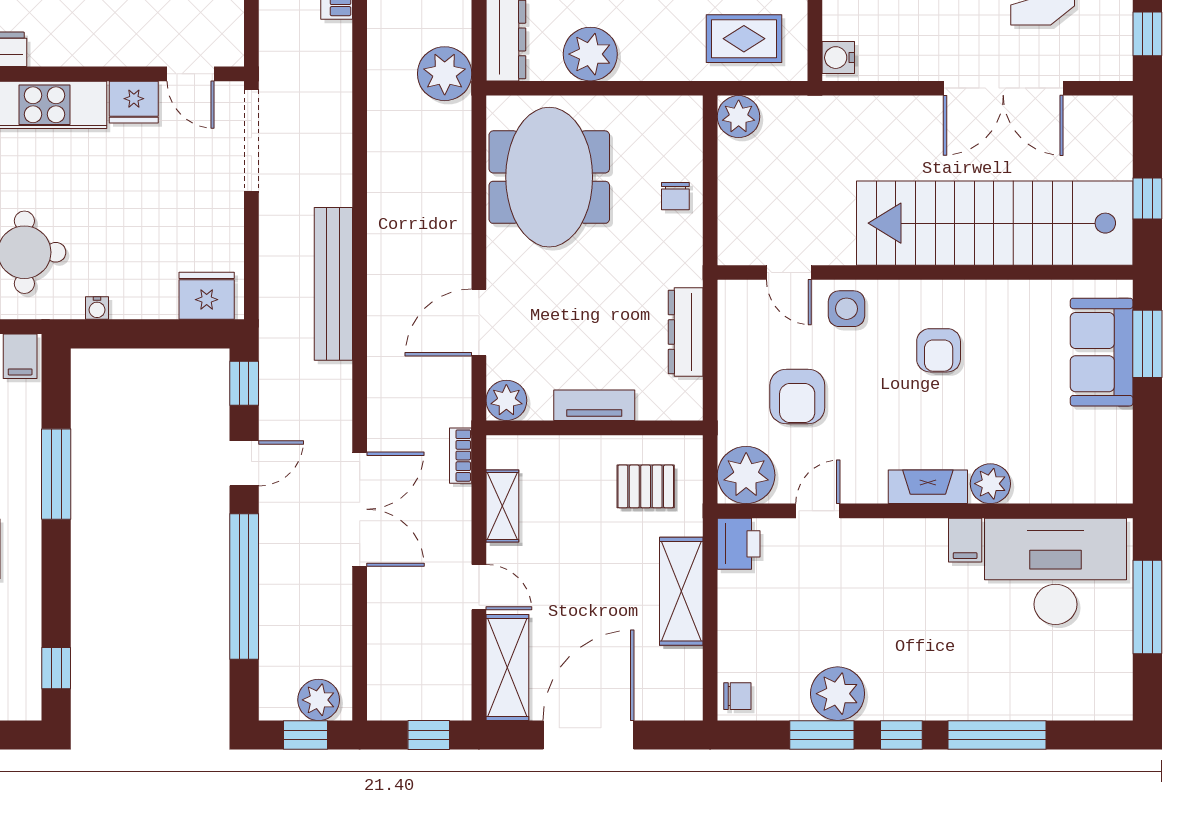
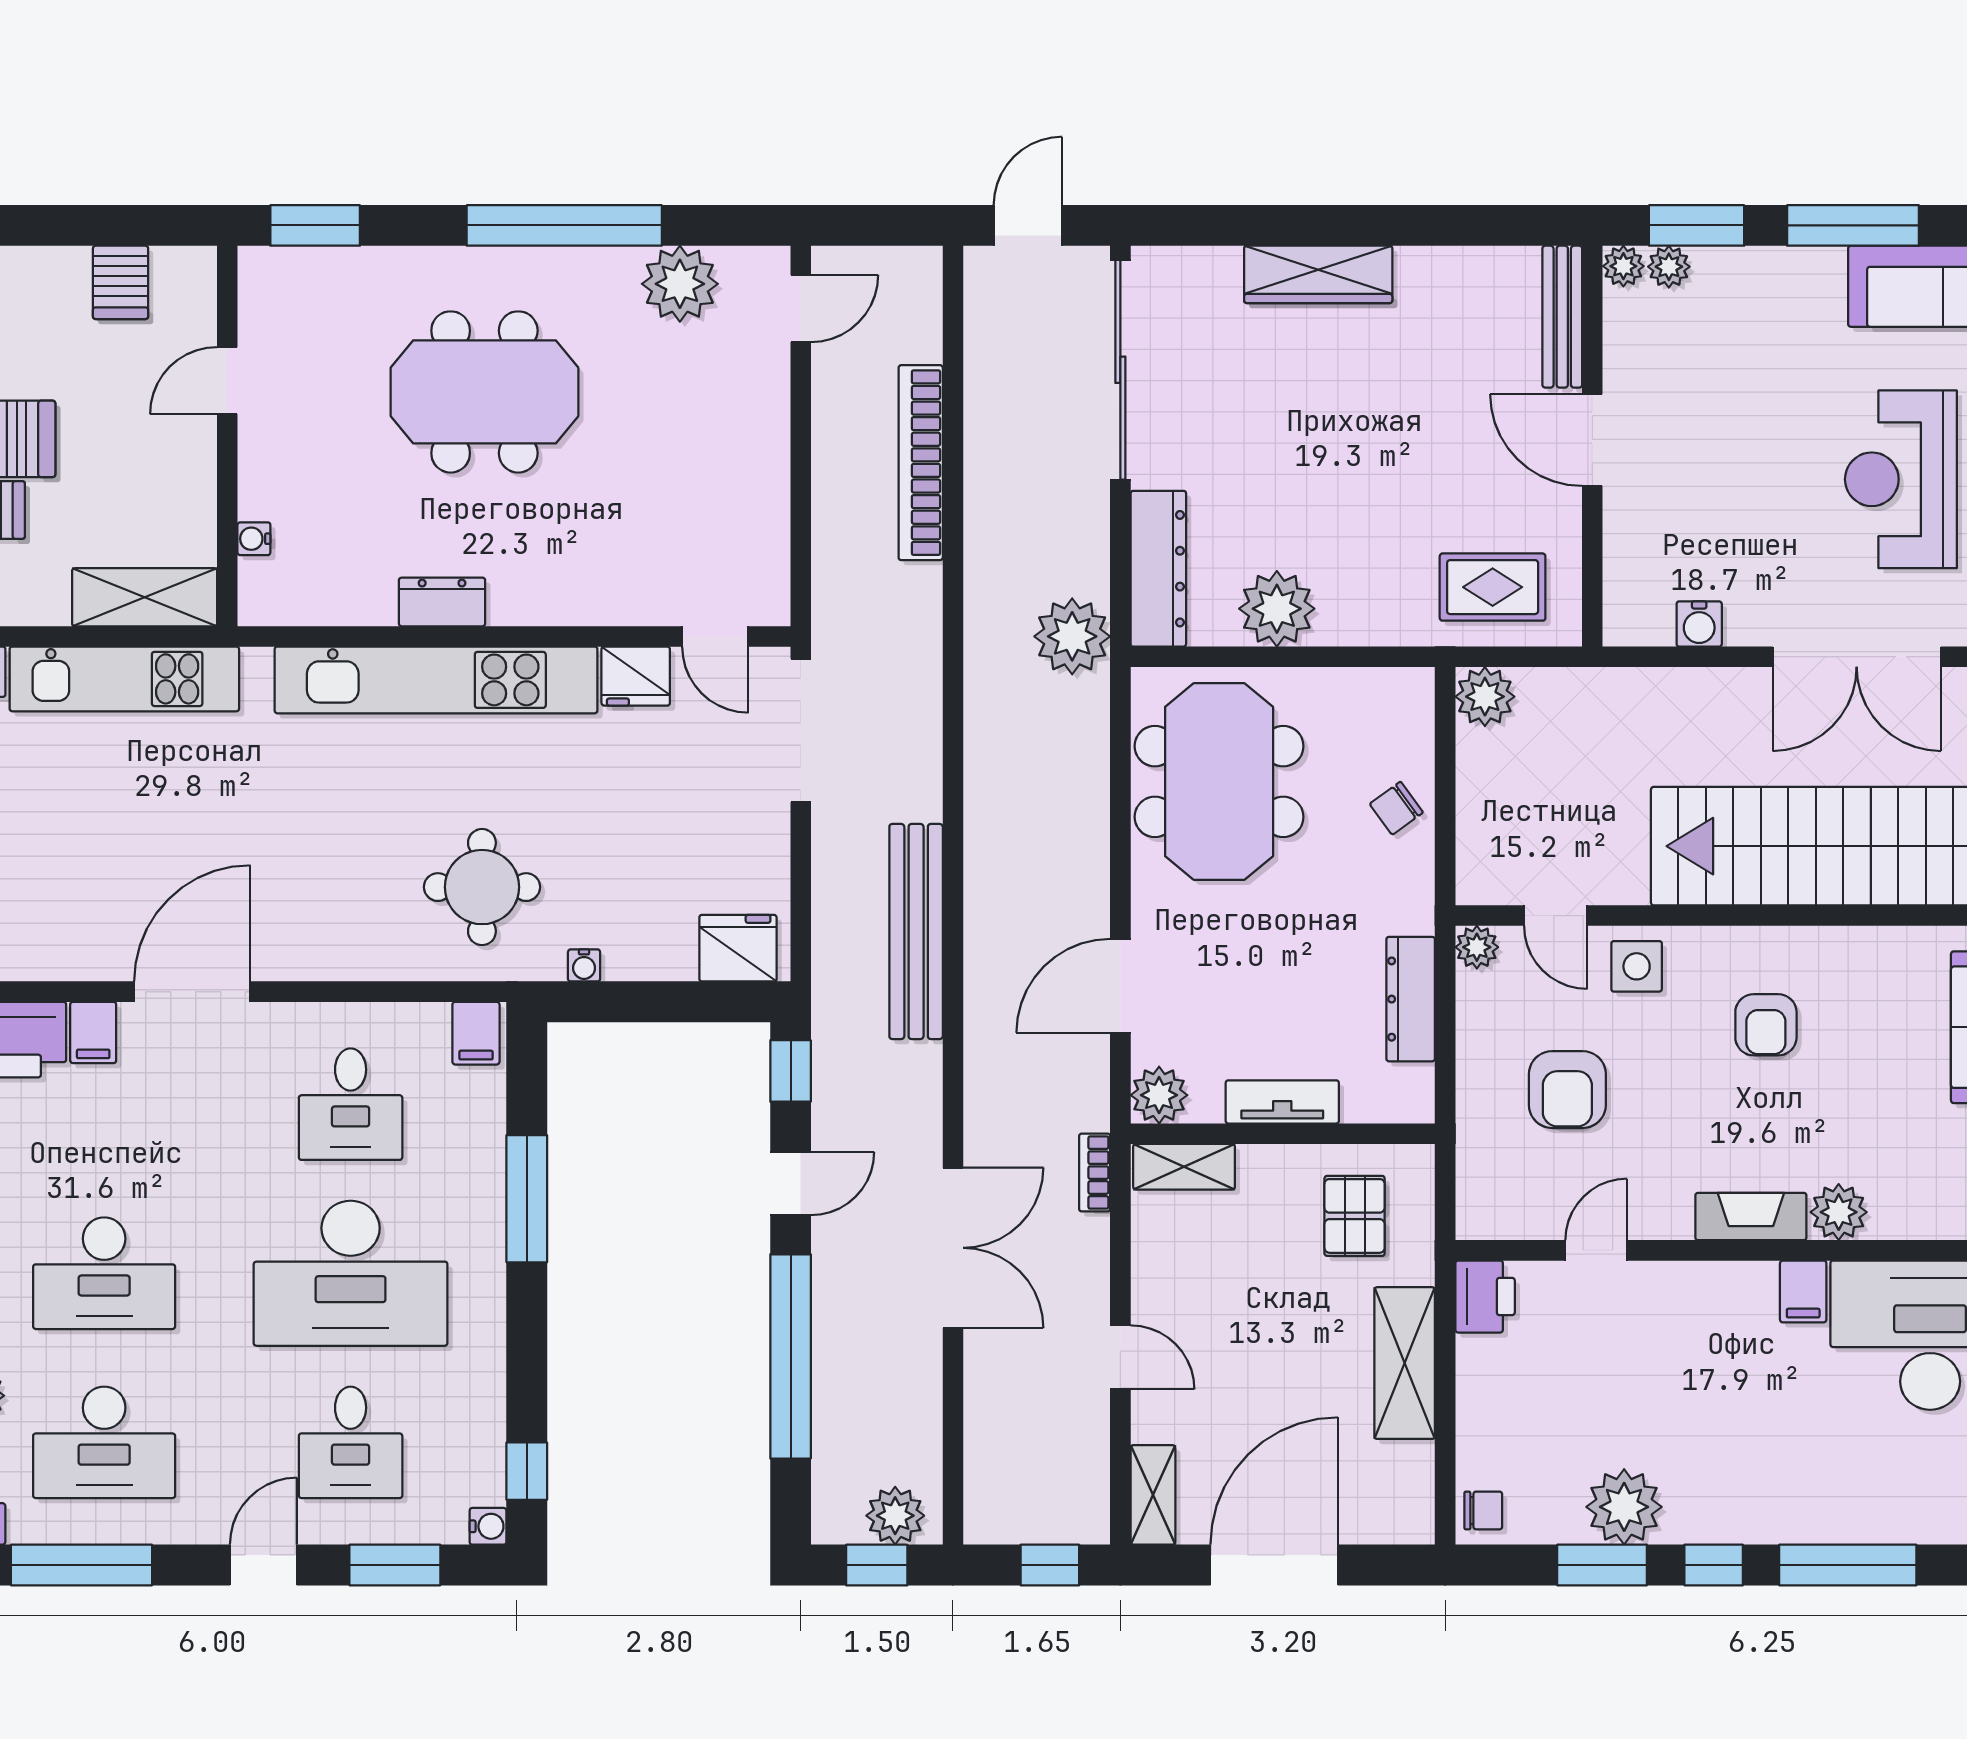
water cooler: (838, 58) -> (1699, 624), moved, turned -90
chair: (675, 196) -> (1396, 808), turned 54
plant: (746, 475) -> (1477, 947), moved, width x0.53, depth x0.53
pallet: (646, 486) -> (1355, 1216), turned 90
shelving: (502, 506) -> (1184, 1167), moved, turned 90
shelving: (507, 667) -> (1153, 1495), width x0.67, depth x0.75
water cooler: (29, 707) -> (488, 1526), added

